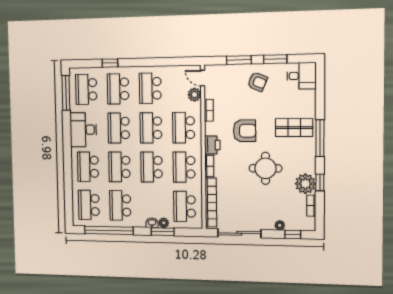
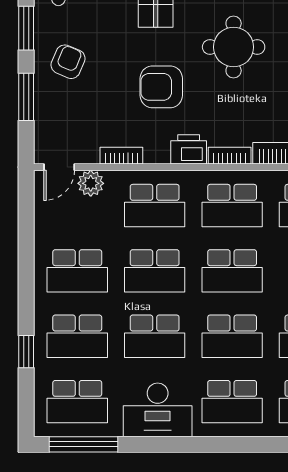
armchair: (244, 131) -> (161, 87), turned -90

